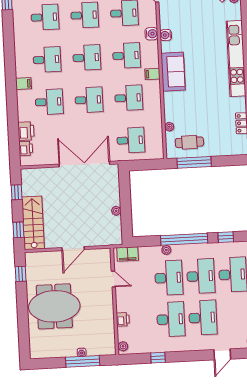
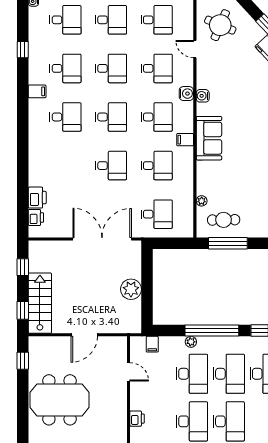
filing cabinet: (24, 84) -> (37, 91), moved
desk: (49, 102) -> (65, 166), removed
plant: (116, 211) -> (131, 289), width x1.88, depth x1.88
filing cabinet: (128, 254) -> (152, 344), width x0.50

